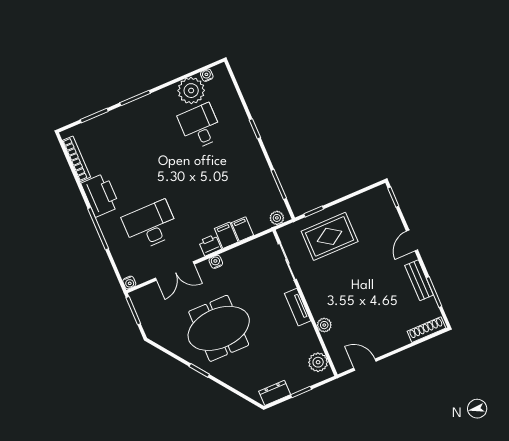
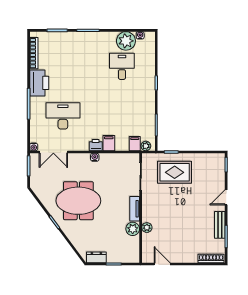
filing cabinet: (242, 229) -> (135, 144), moved
double door: (175, 271) -> (53, 152), moved
plant: (318, 362) -> (133, 229), moved

